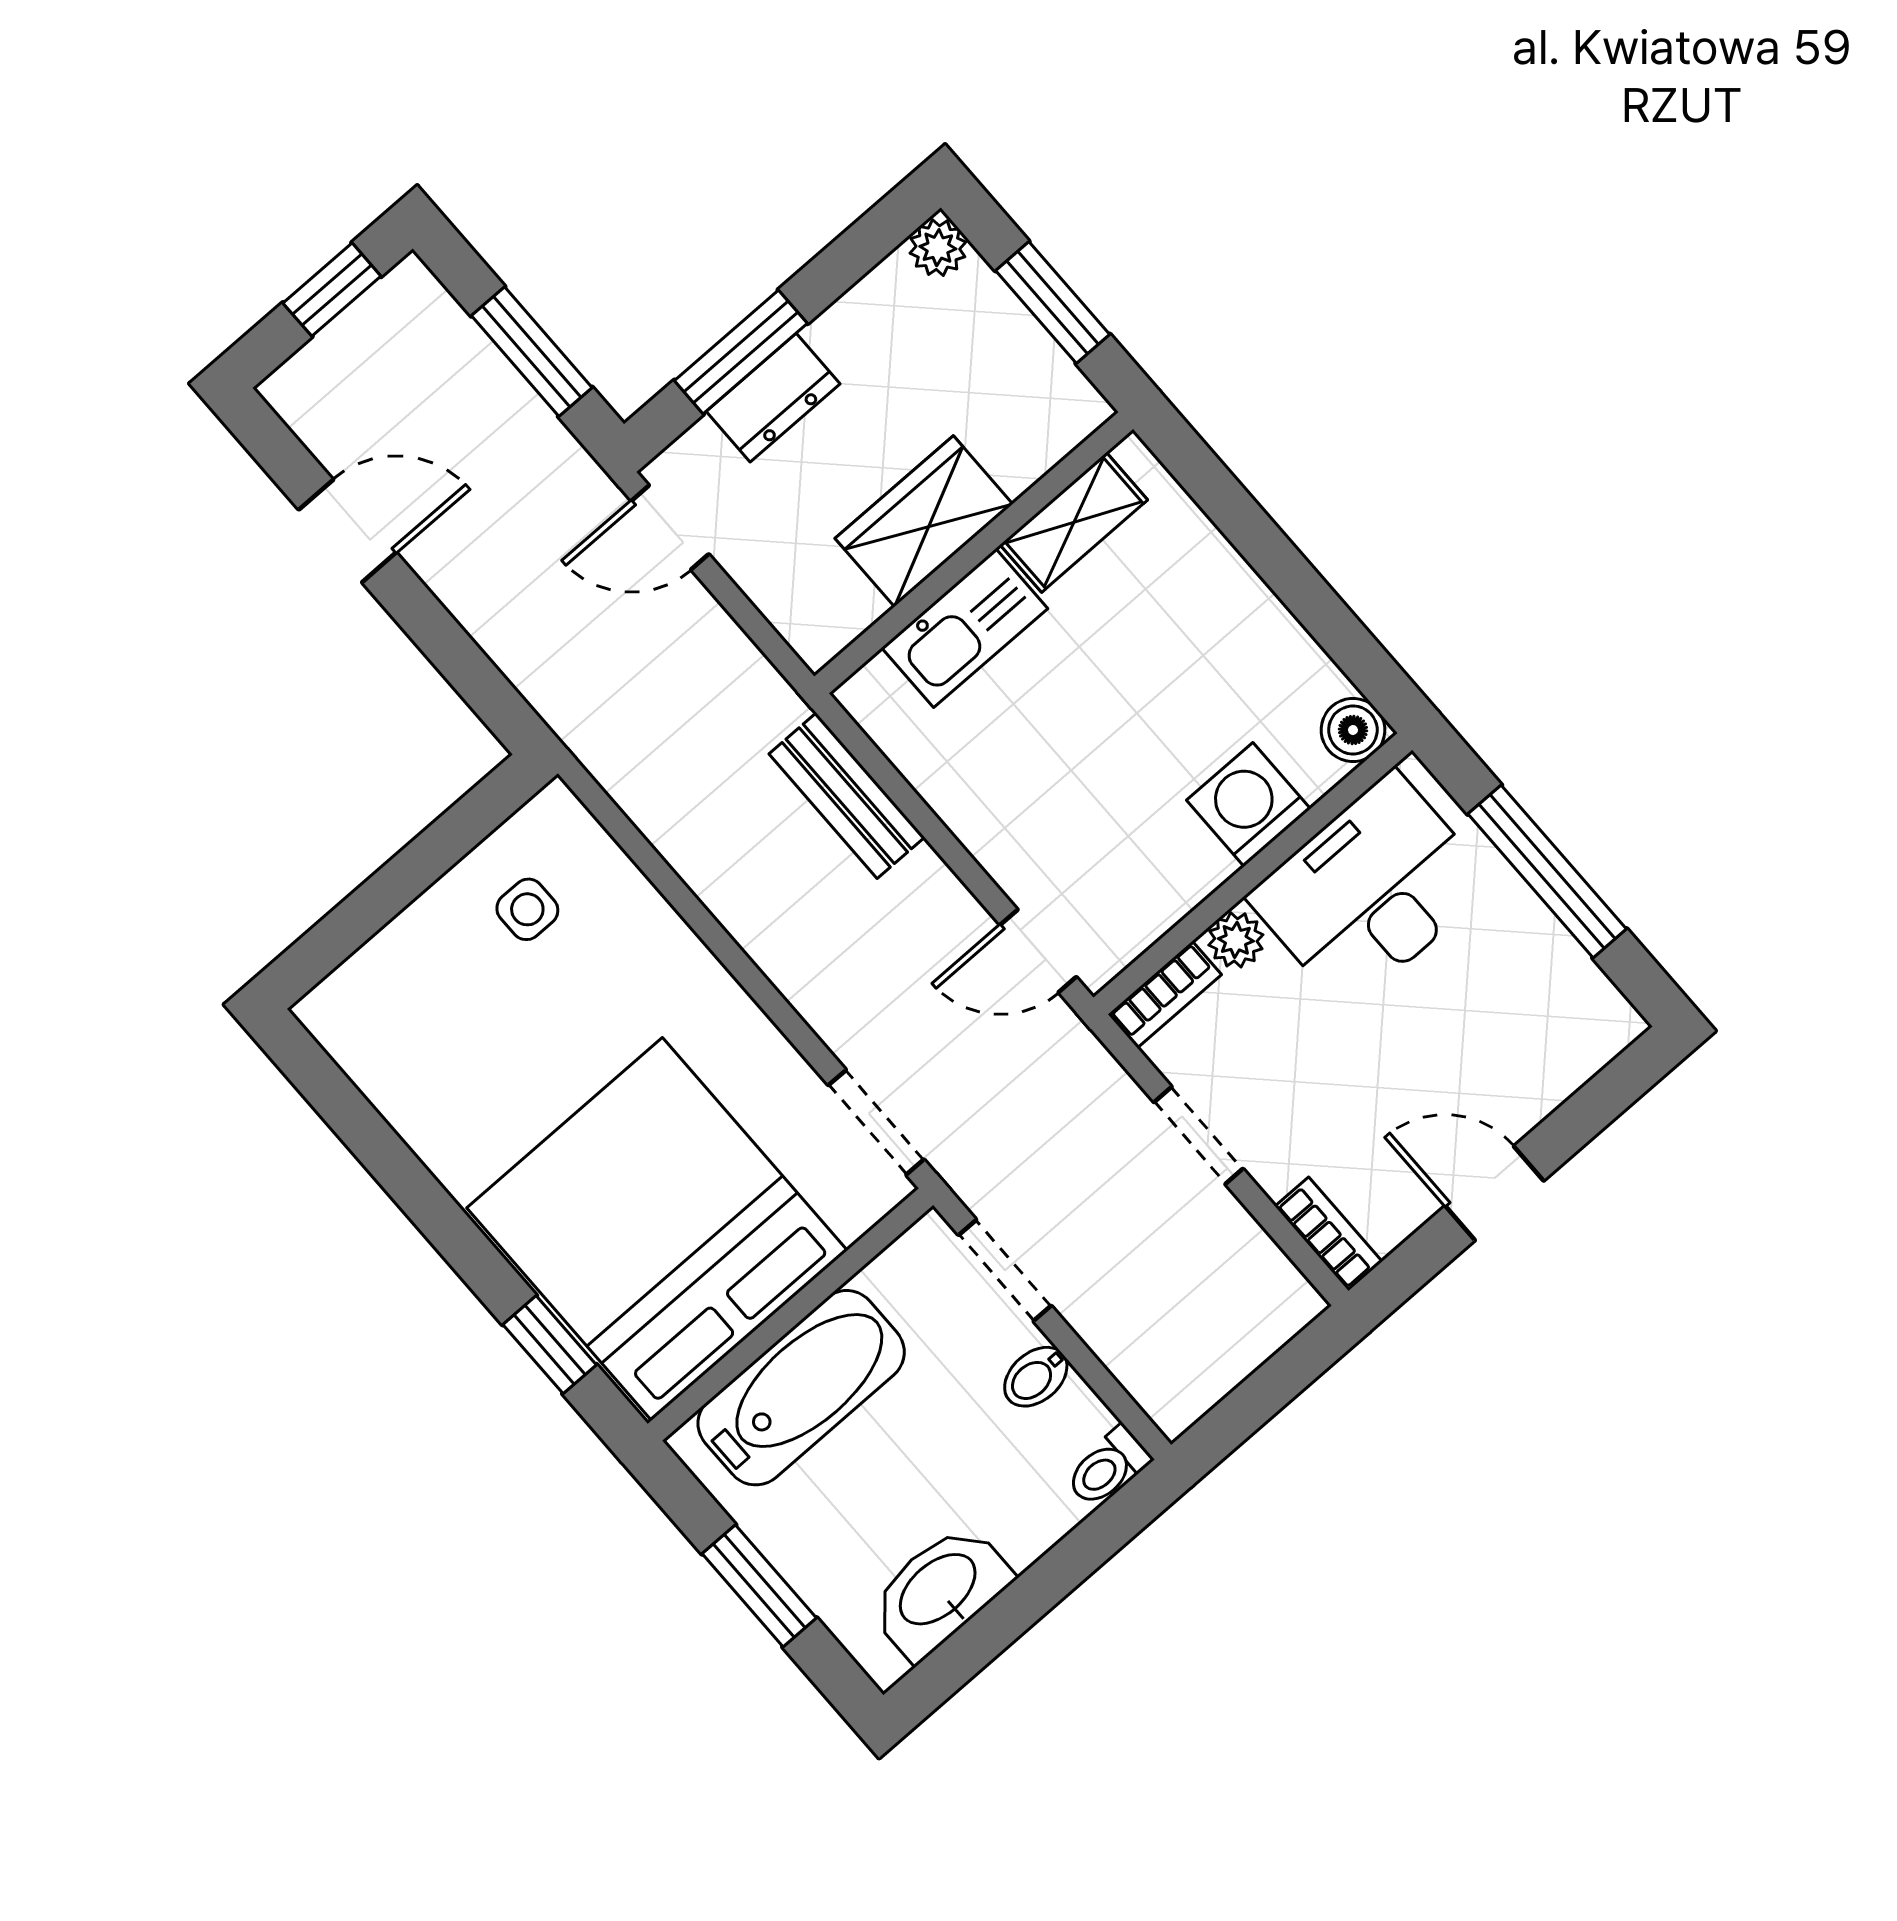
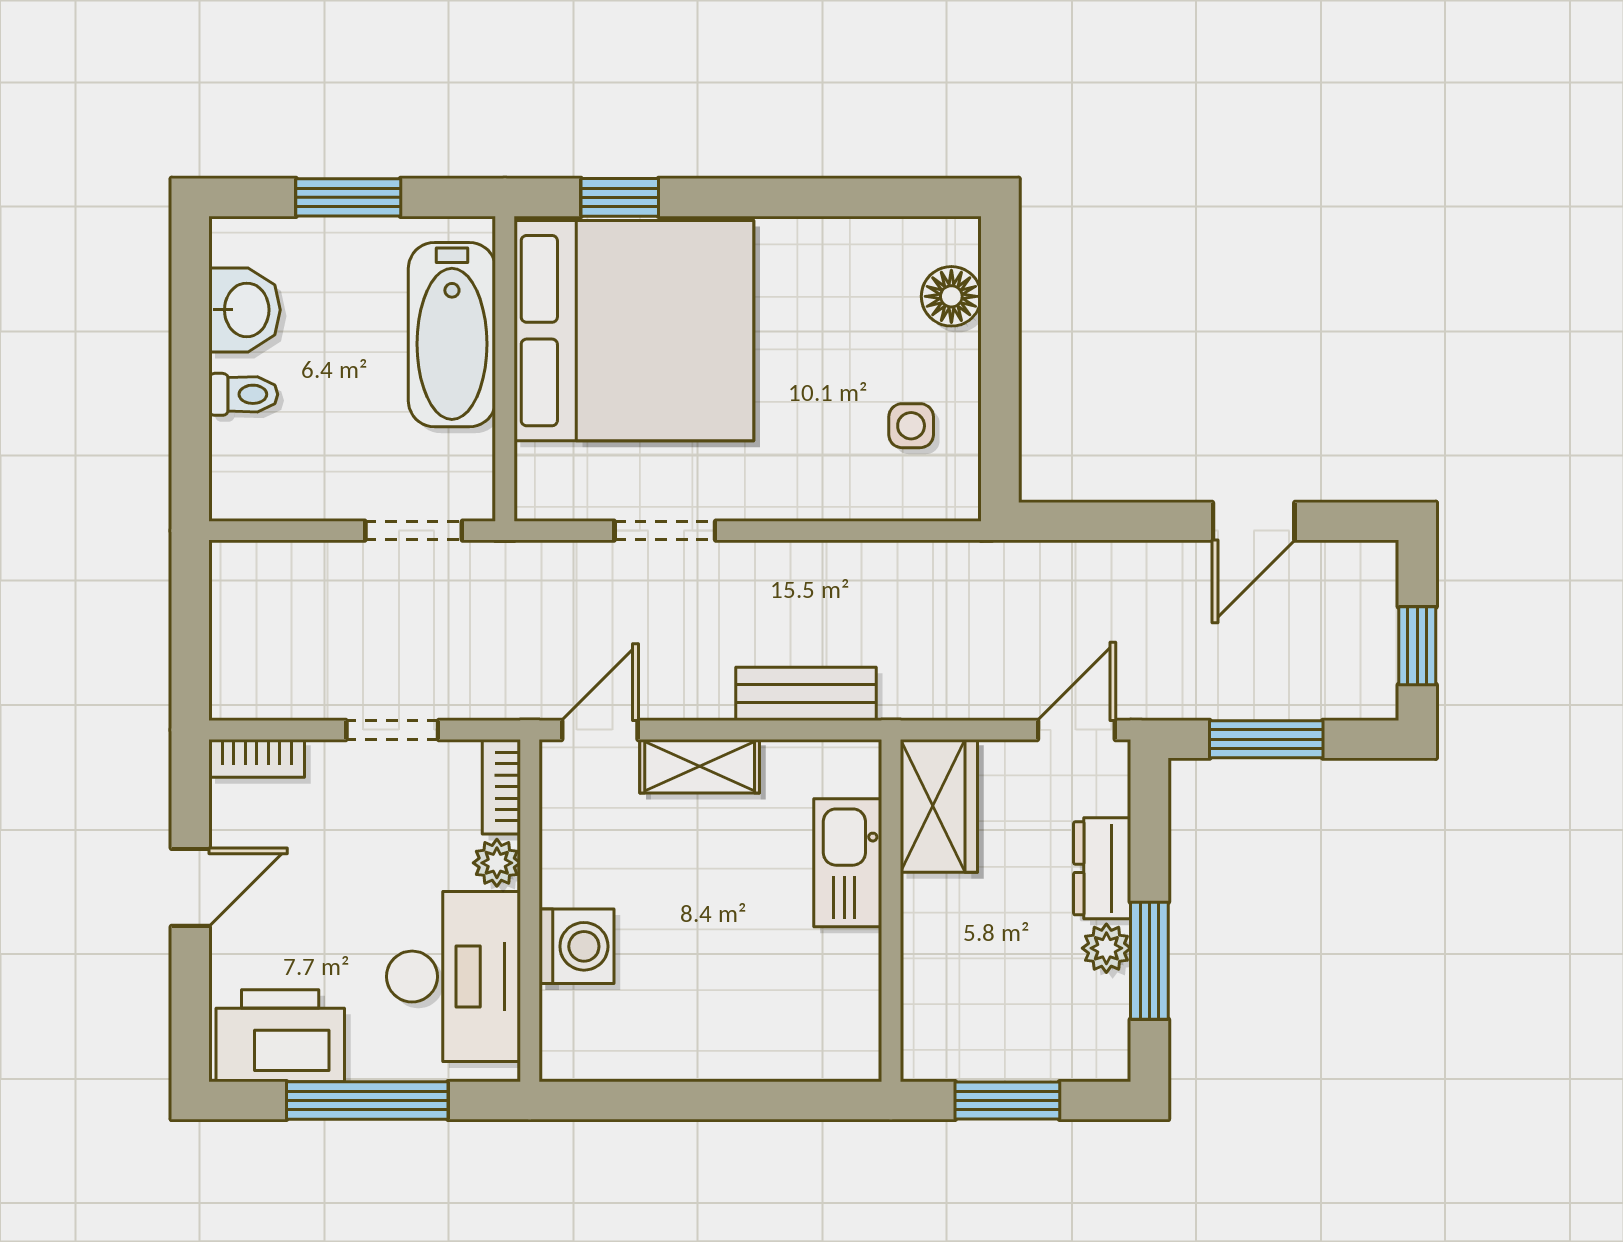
plant: (938, 248) -> (1106, 948), moved
window: (741, 352) -> (1149, 961), moved
wardrobe: (924, 521) -> (939, 806), moved
shelving: (1074, 522) -> (700, 766), moved, turned 90
boiler: (1353, 730) -> (566, 1055), removed
floor lamp: (381, 974) -> (951, 296), added
printer: (1557, 999) -> (280, 1036), added
doorway: (876, 1122) -> (665, 531), moved
bidet: (1036, 1377) -> (328, 491), removed
toilet: (1108, 1467) -> (243, 394), moved, turned 90
washbasin: (939, 1591) -> (245, 310), width x0.72

